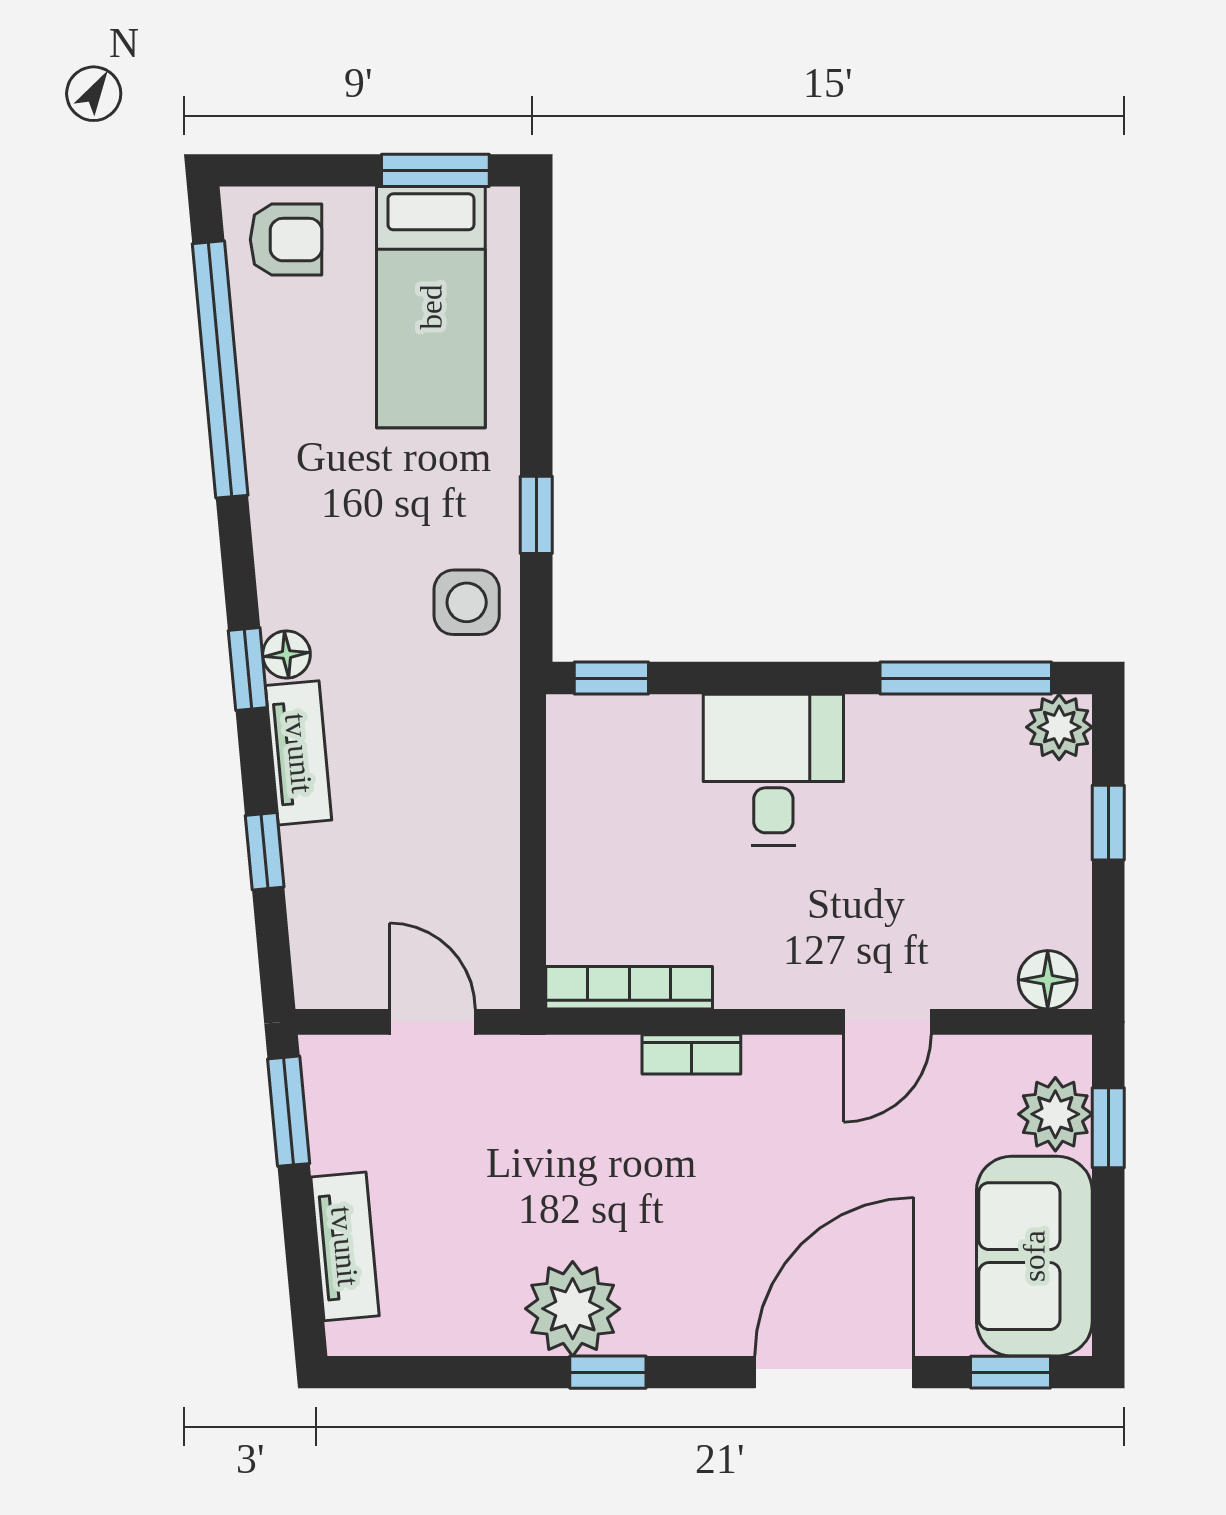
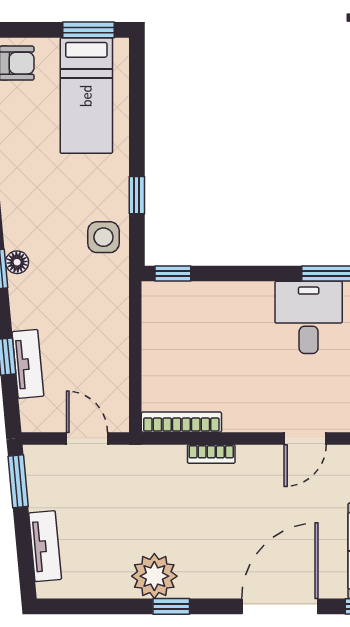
tv unit: (299, 753) -> (28, 364), moved
desk: (773, 770) -> (309, 317), moved

